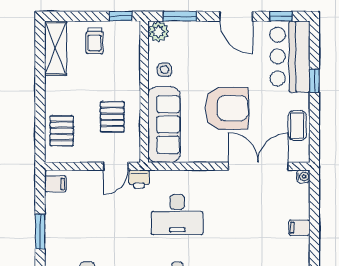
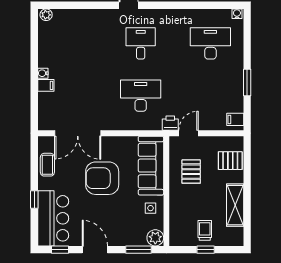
window: (121, 16) -> (206, 250), moved
shelving: (56, 48) -> (235, 205), moved
pallet: (62, 131) -> (230, 161), turned 90
water cooler: (303, 176) -> (43, 73), moved

